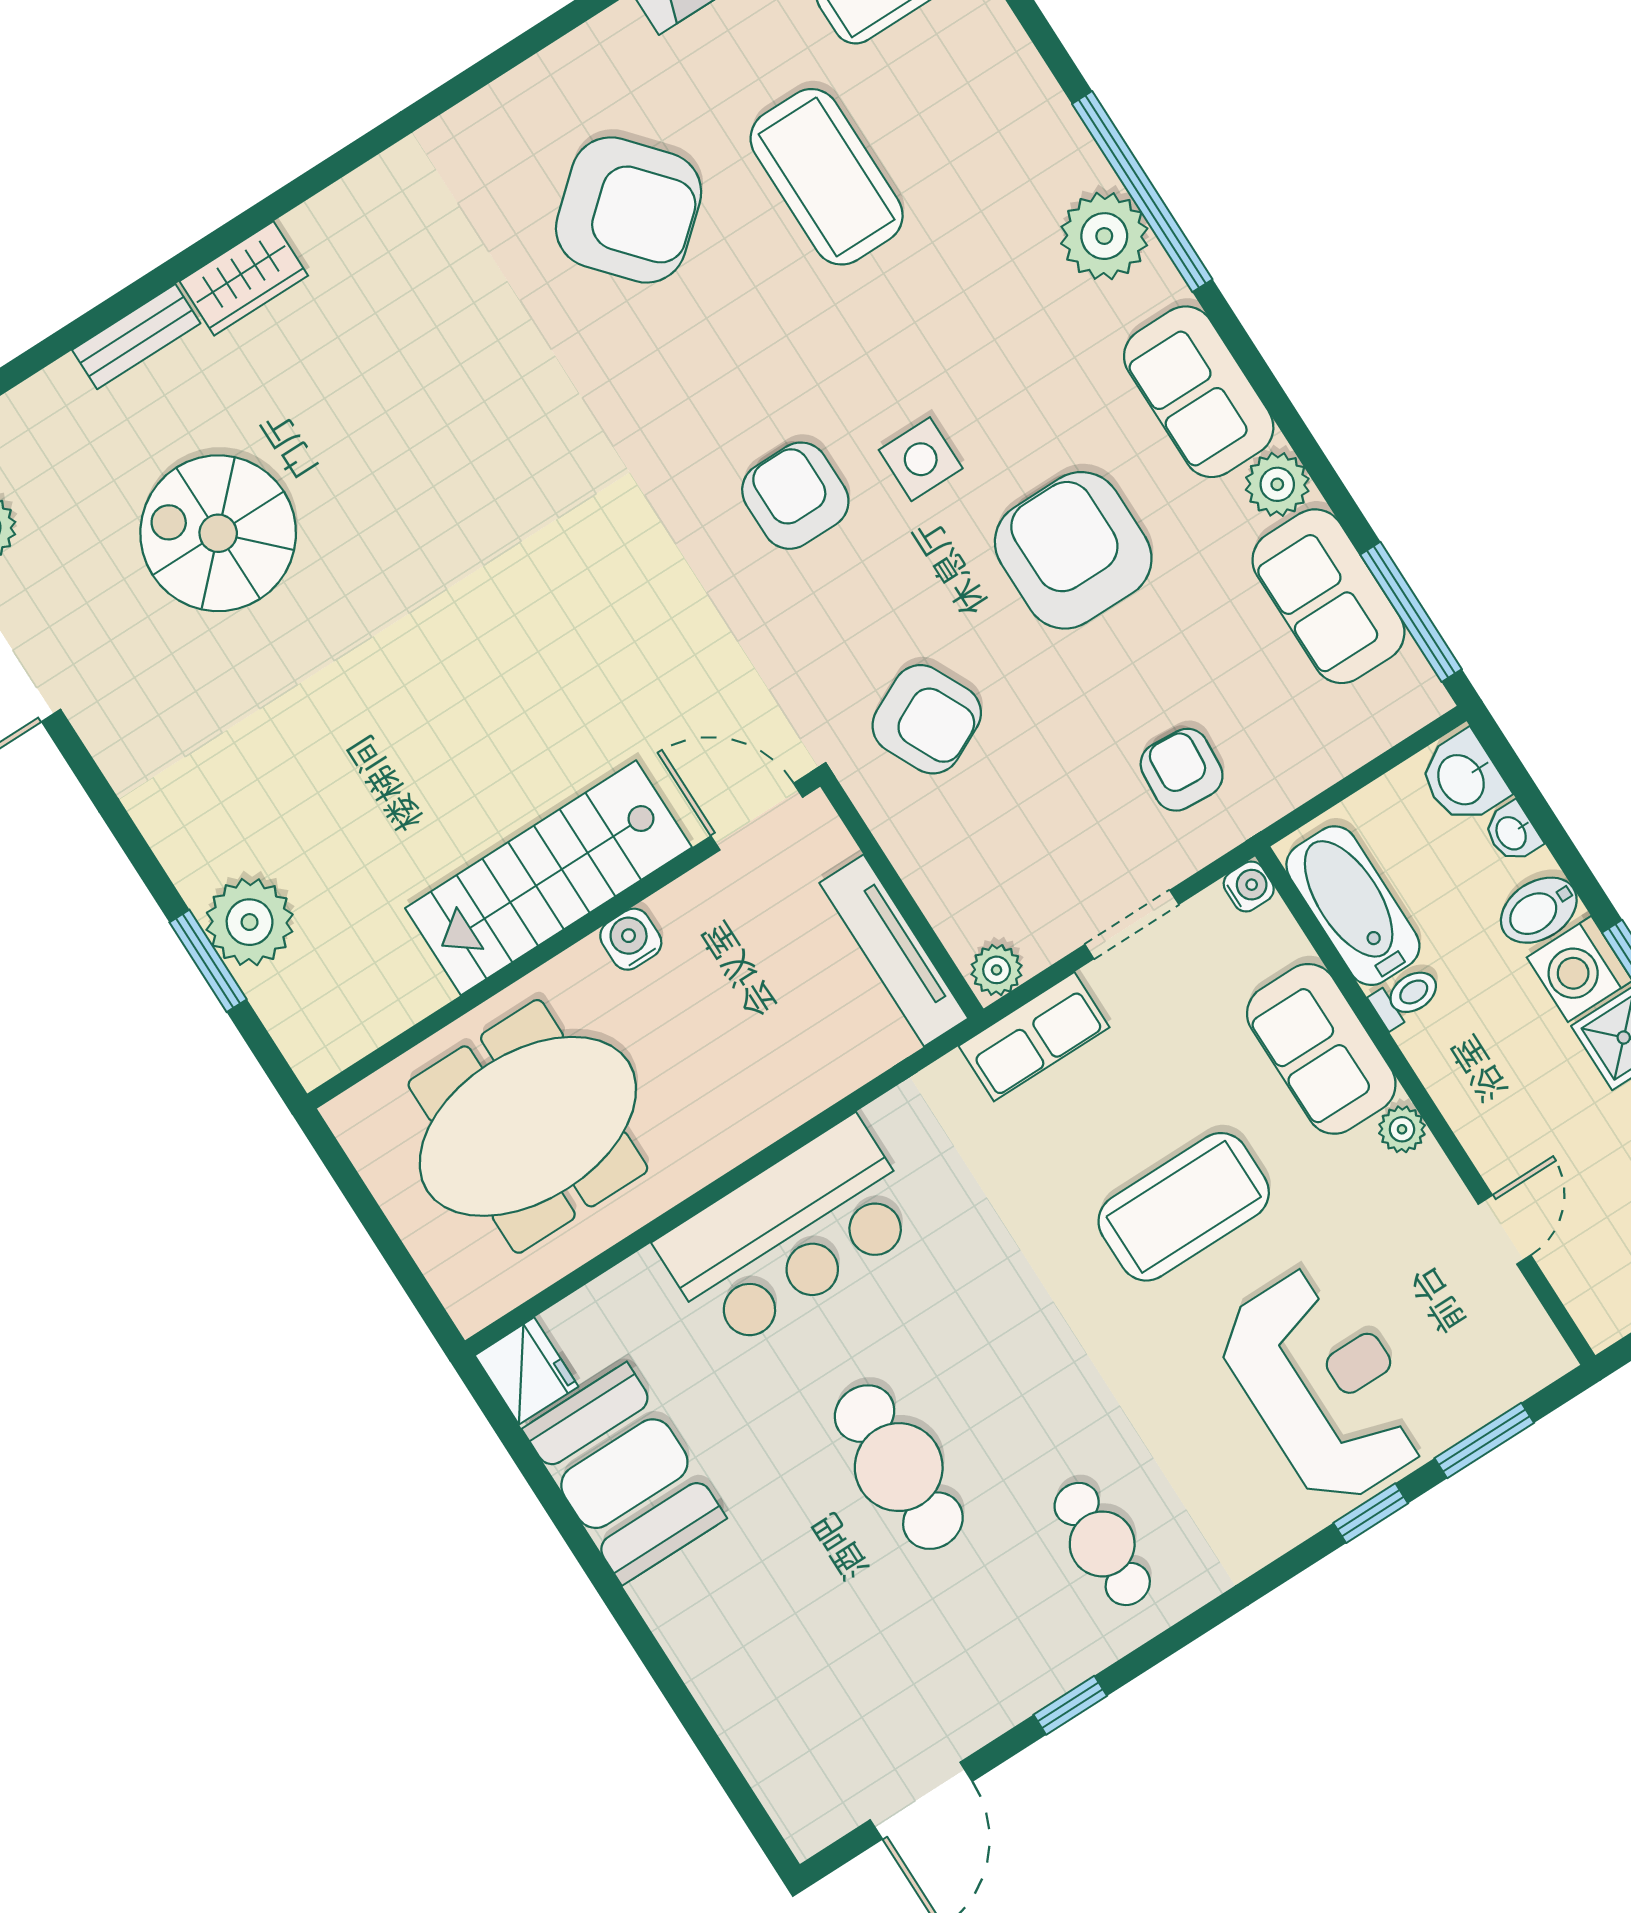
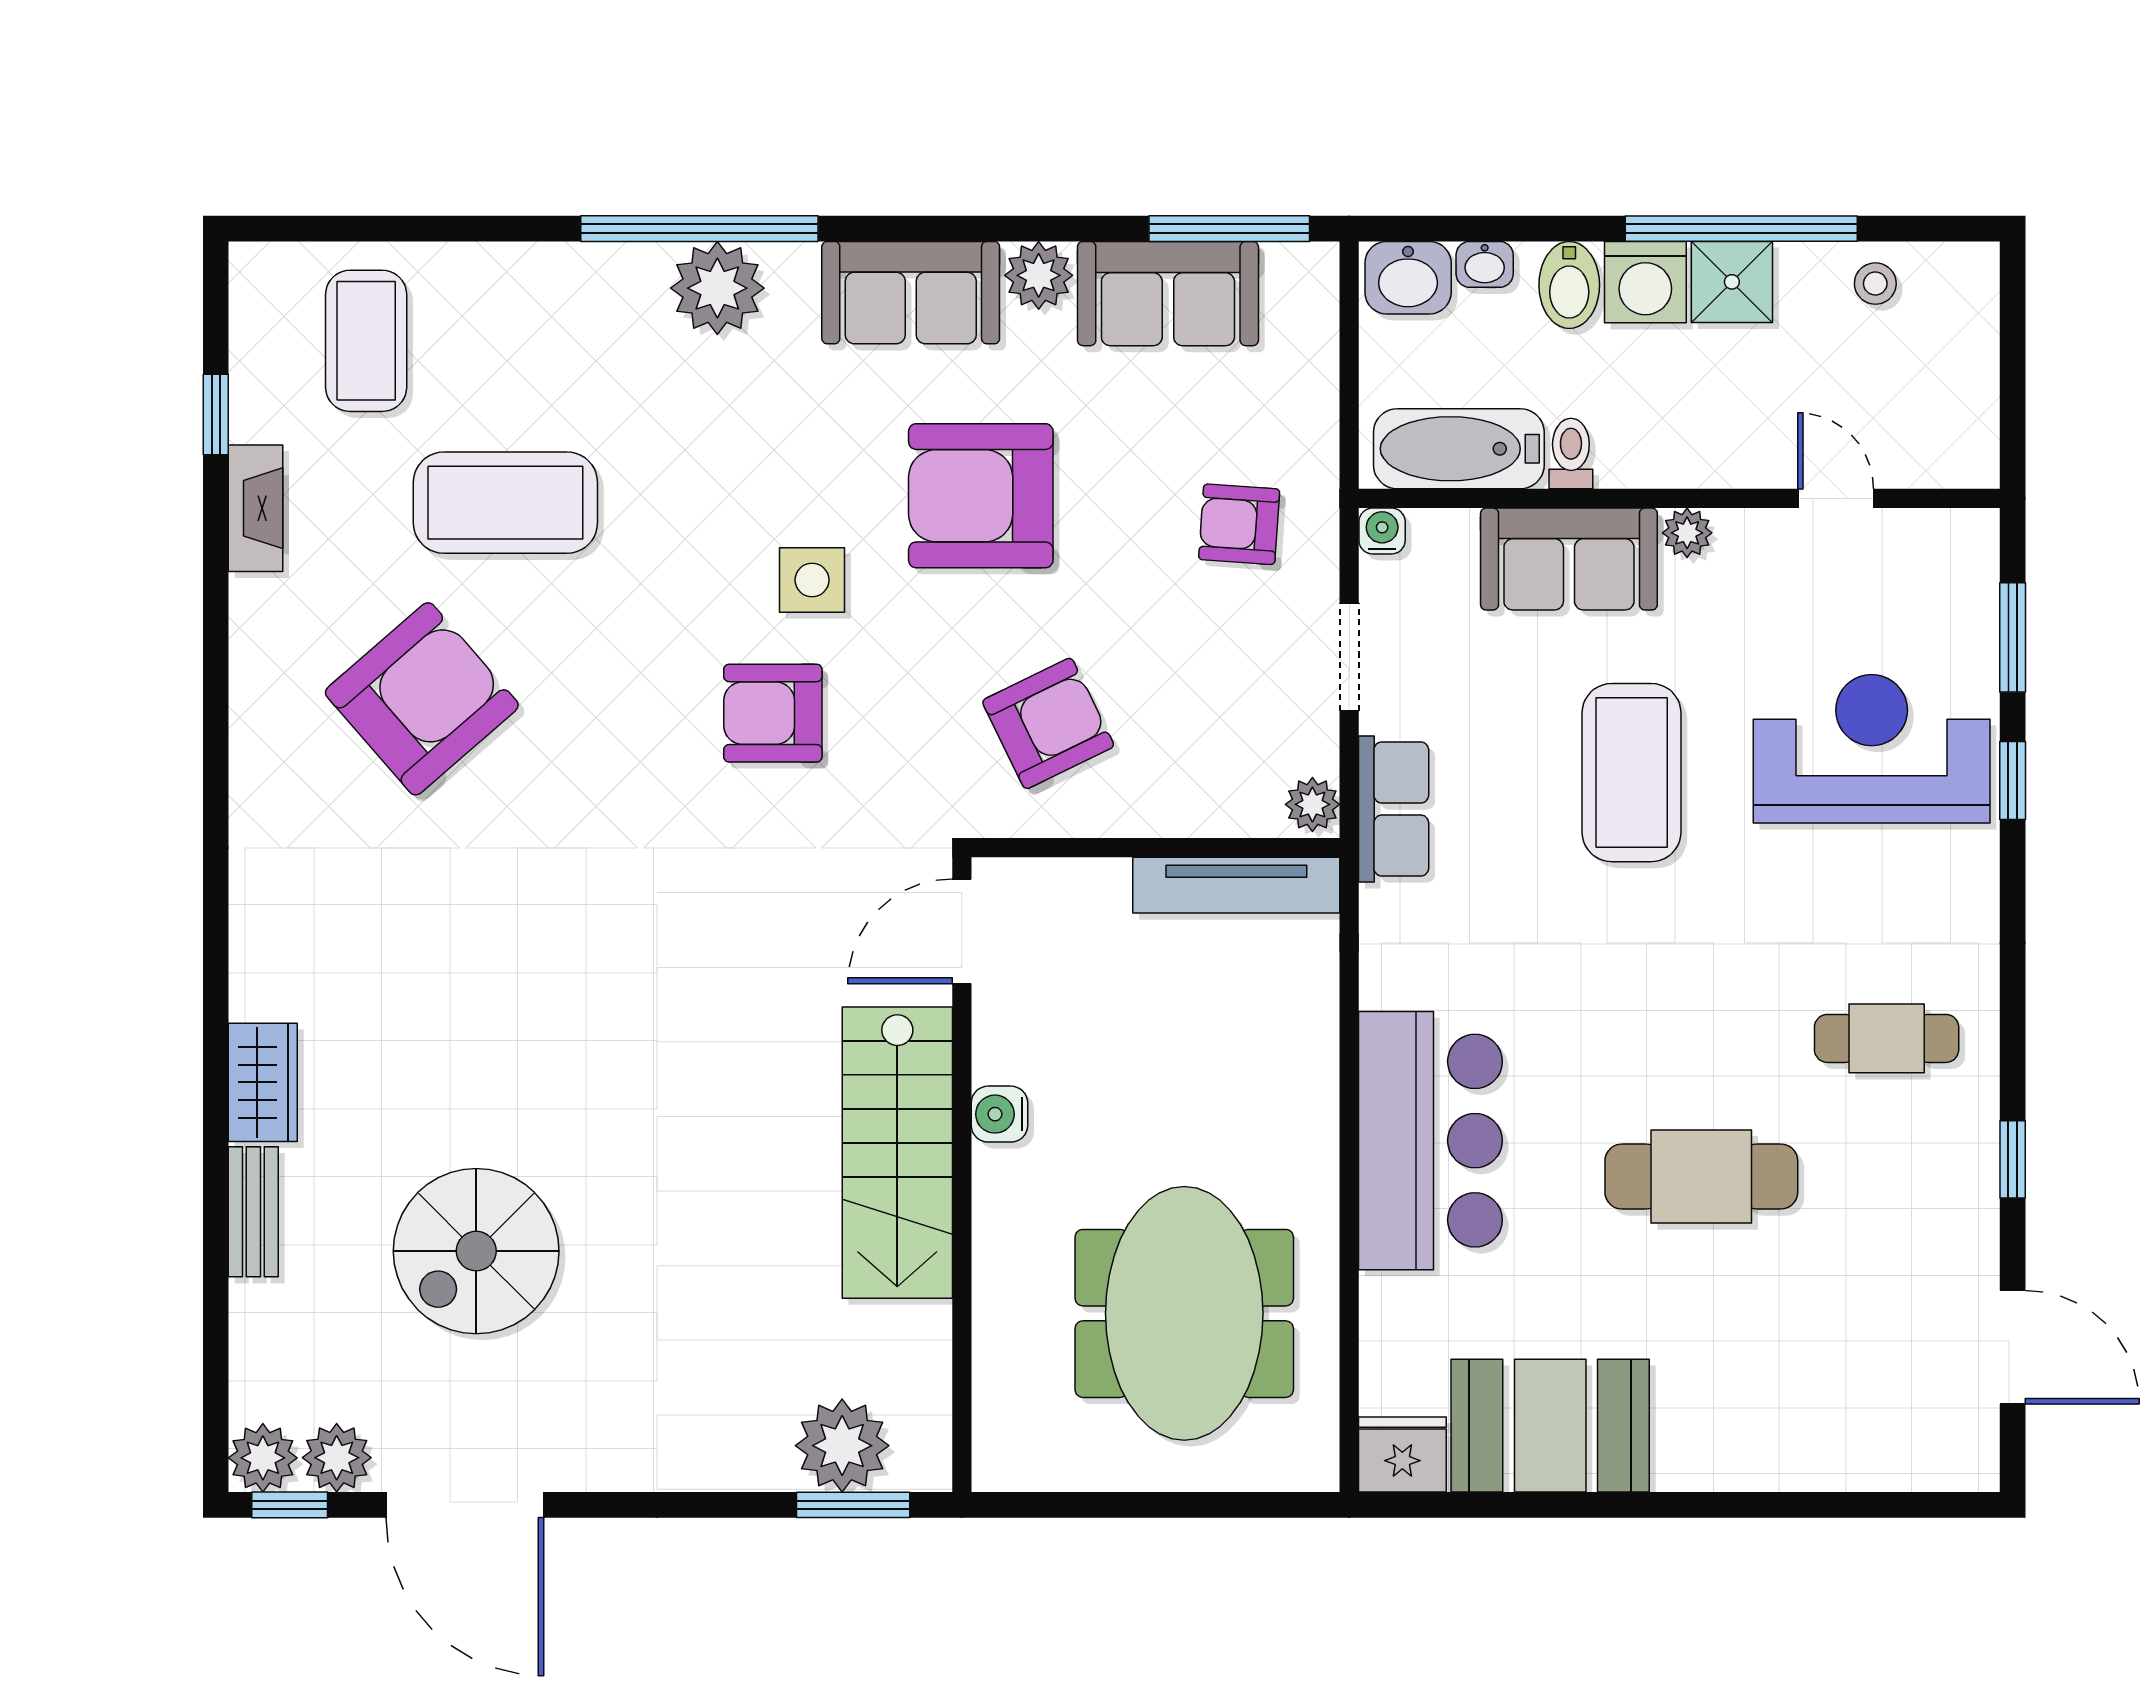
door: (757, 817) -> (962, 931), moved
stairs: (549, 878) -> (897, 1153), moved
water cooler: (631, 939) -> (999, 1114), moved
wall: (564, 940) -> (962, 1175), moved

